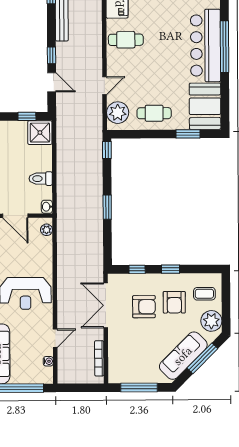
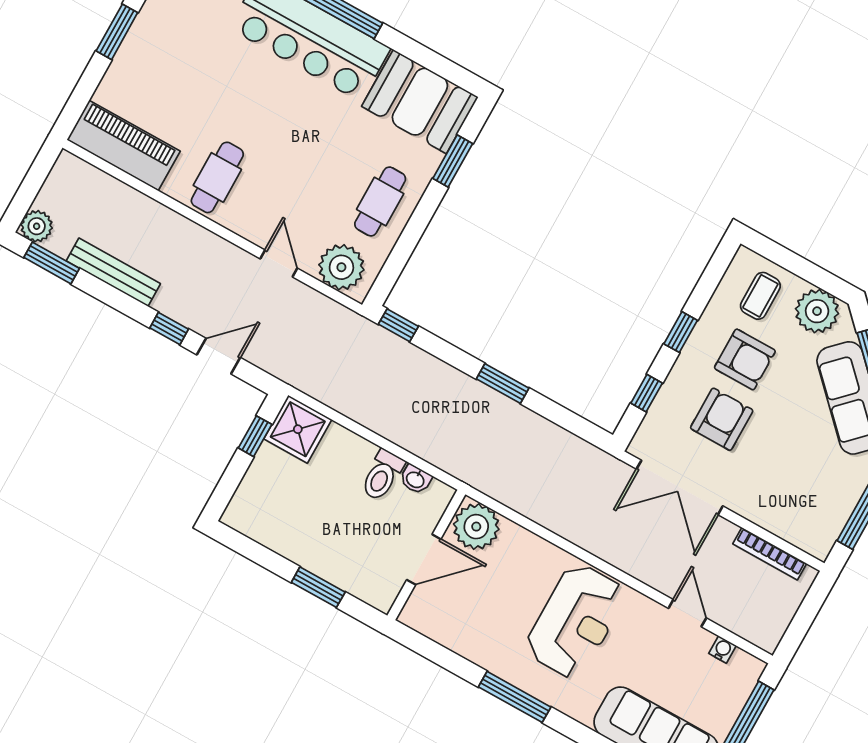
washbasin: (47, 207) -> (416, 479), moved
plant: (47, 230) -> (476, 527), width x1.88, depth x1.88

